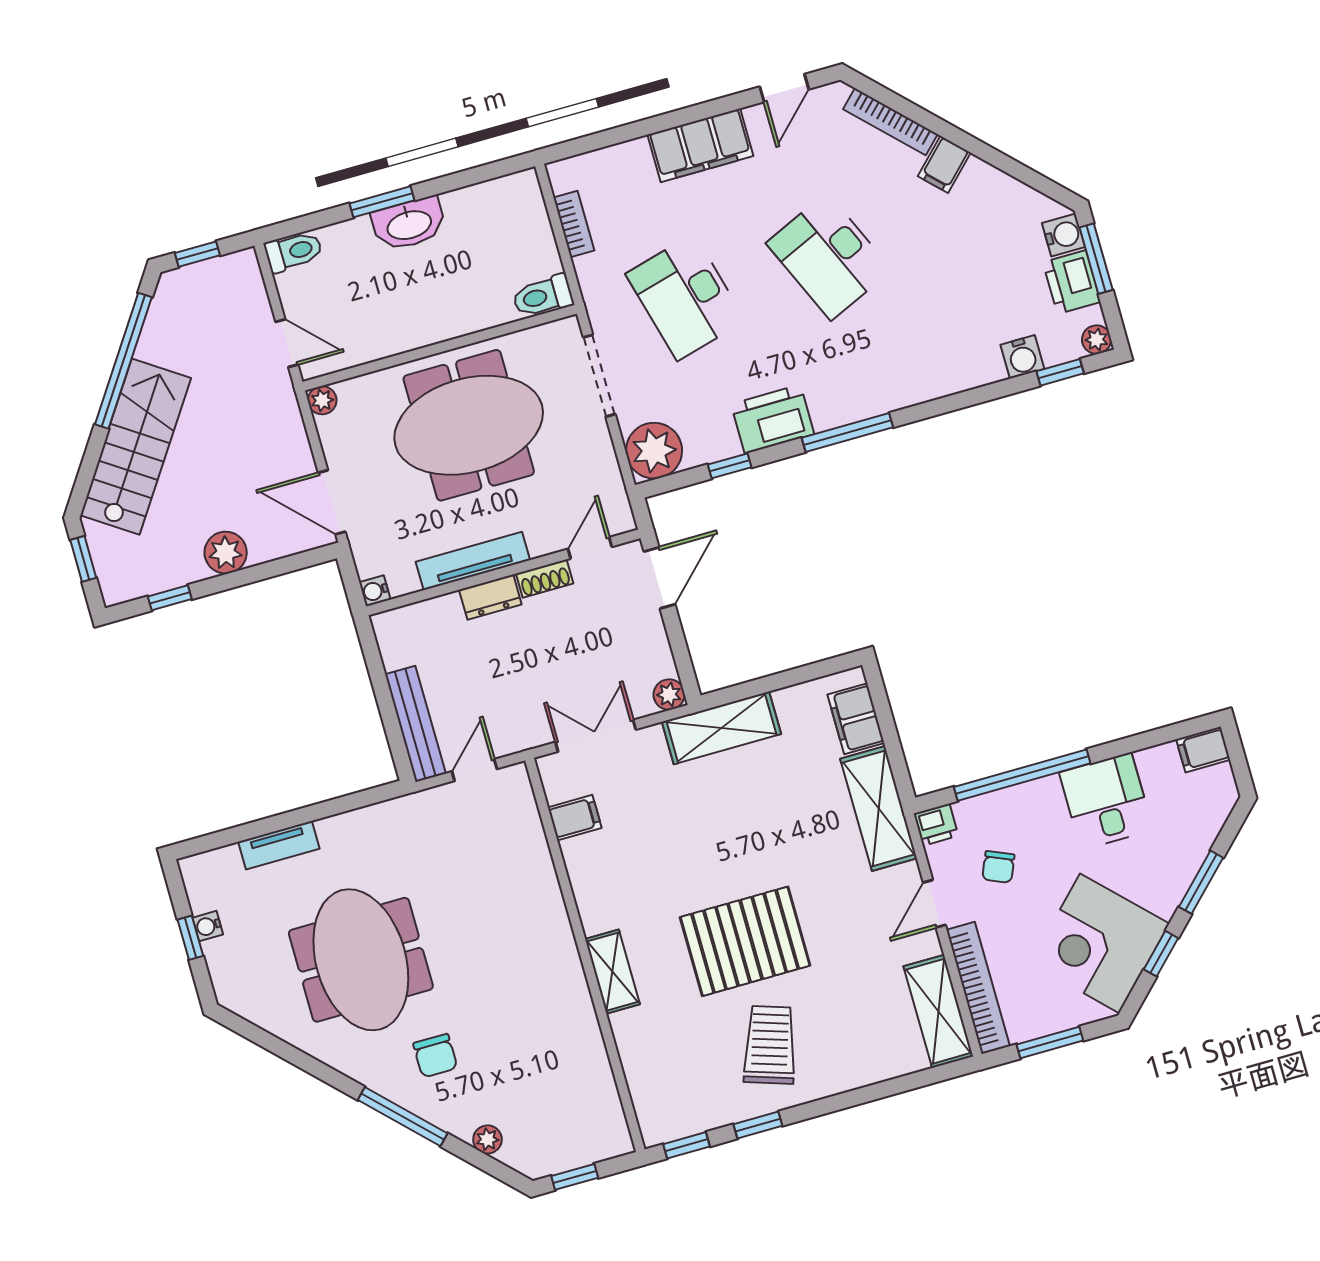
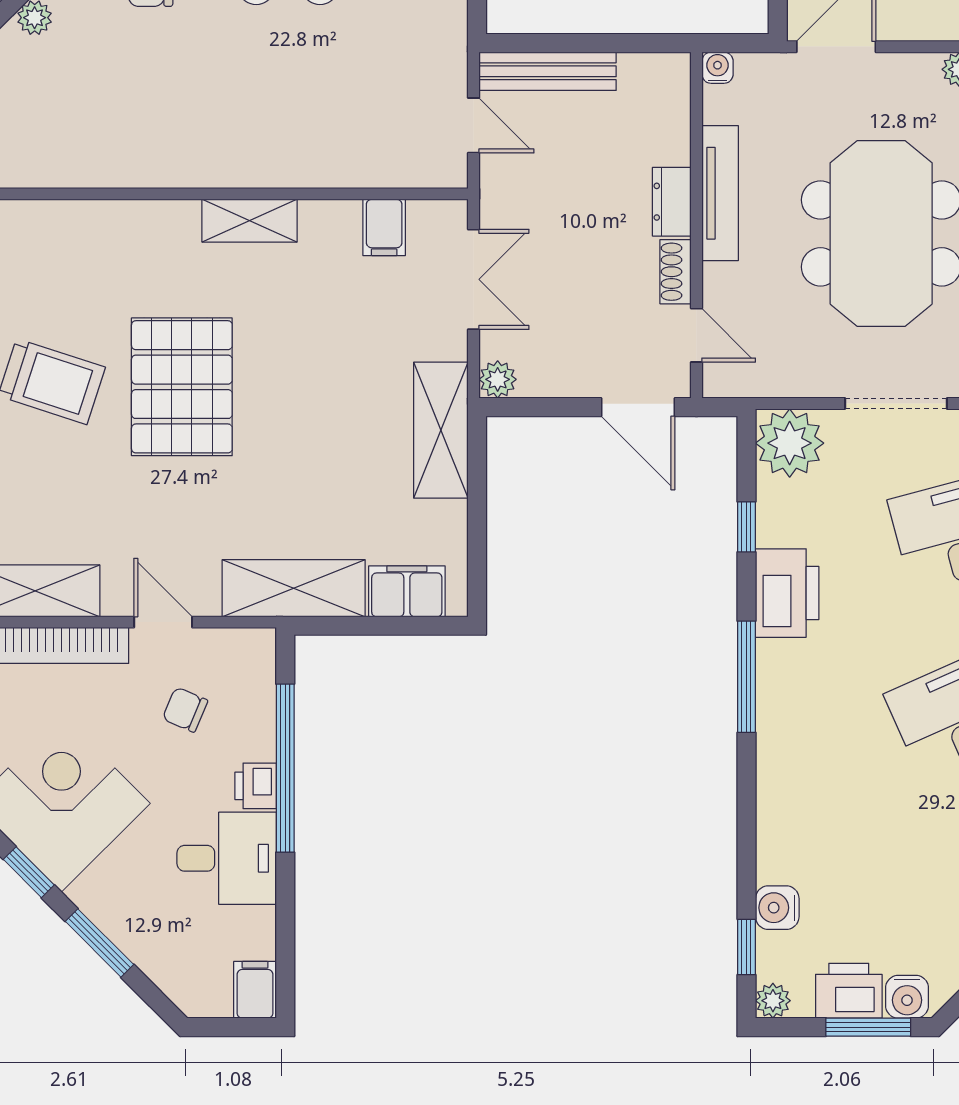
printer: (936, 825) -> (256, 786), moved
shelving: (612, 972) -> (250, 221), moved

